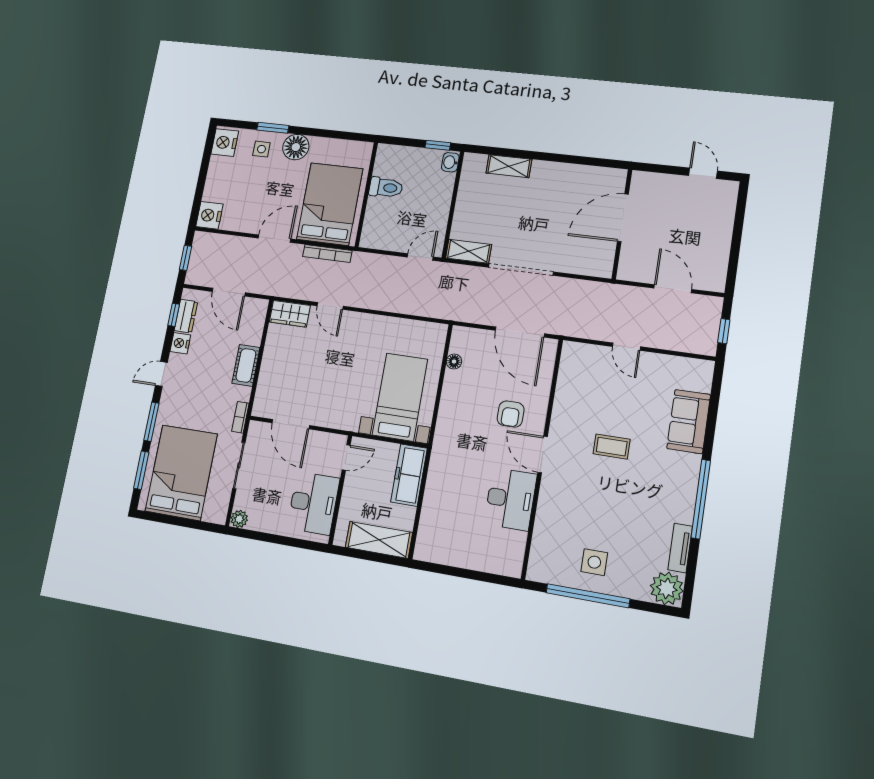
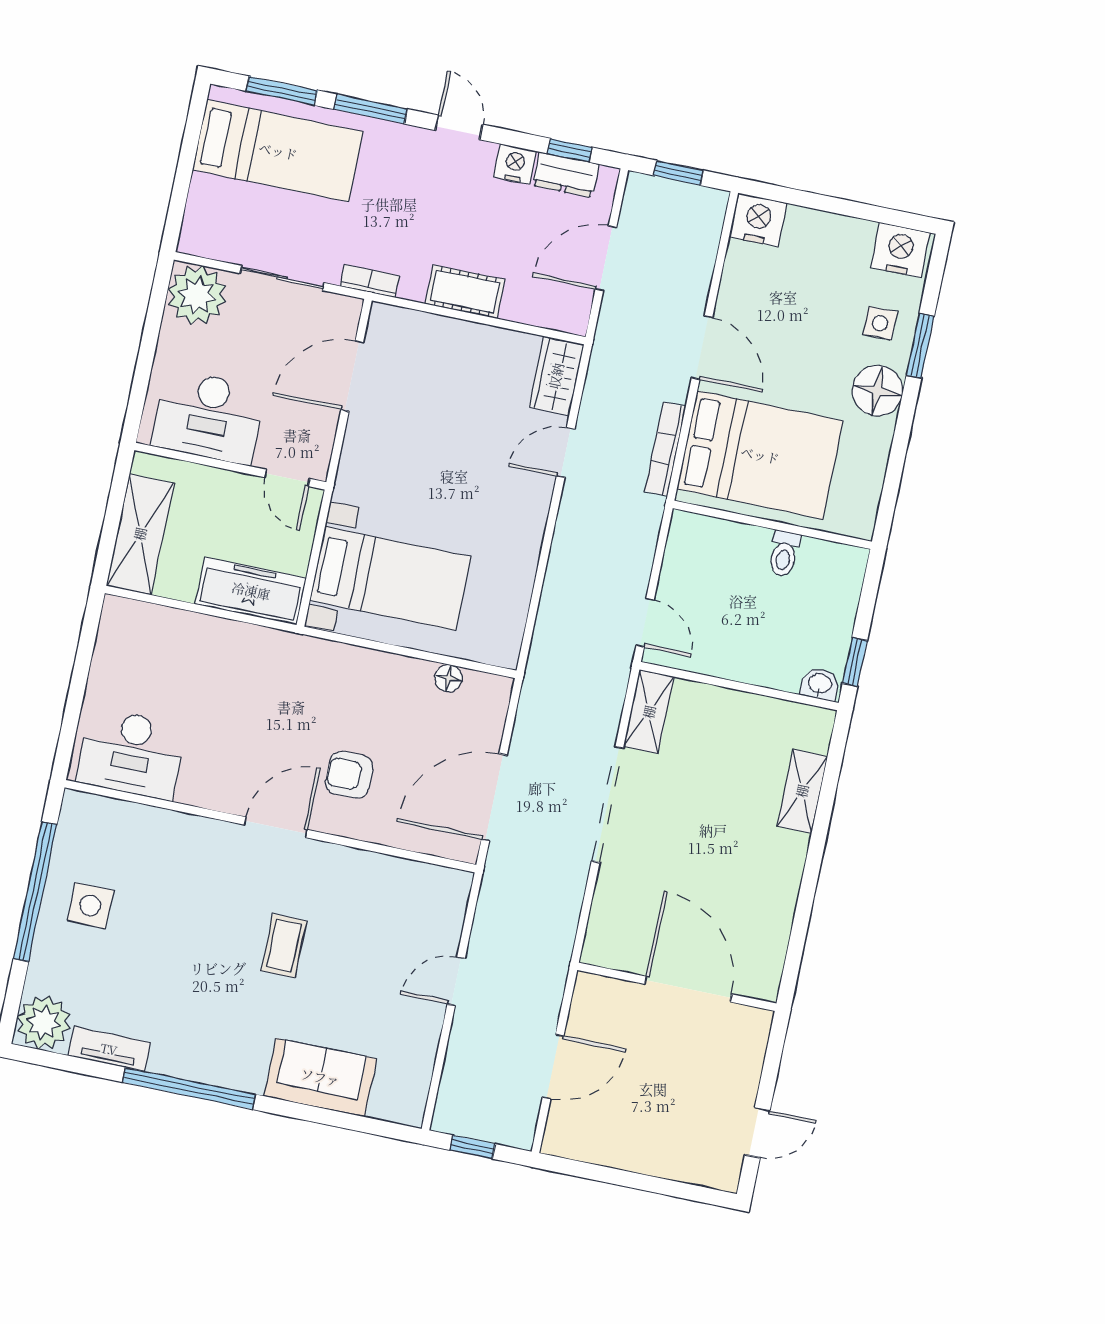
toilet: (386, 188) -> (784, 554), width x0.73, depth x0.72
bed: (181, 473) -> (278, 151), width x0.67
desk: (510, 499) -> (131, 754), moved
plant: (239, 519) -> (197, 295), width x1.88, depth x1.88

